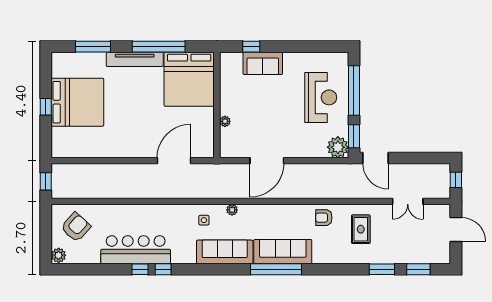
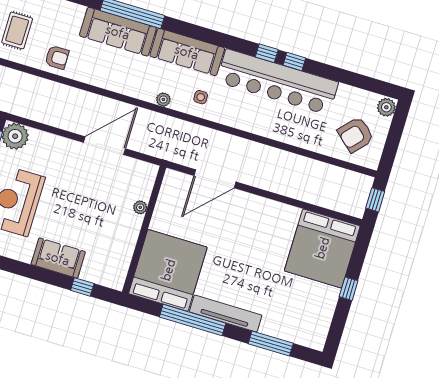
sofa: (263, 63) -> (58, 258), moved
bed: (77, 102) -> (322, 248), moved, turned -90
bar counter: (136, 250) -> (277, 82), width x1.36

